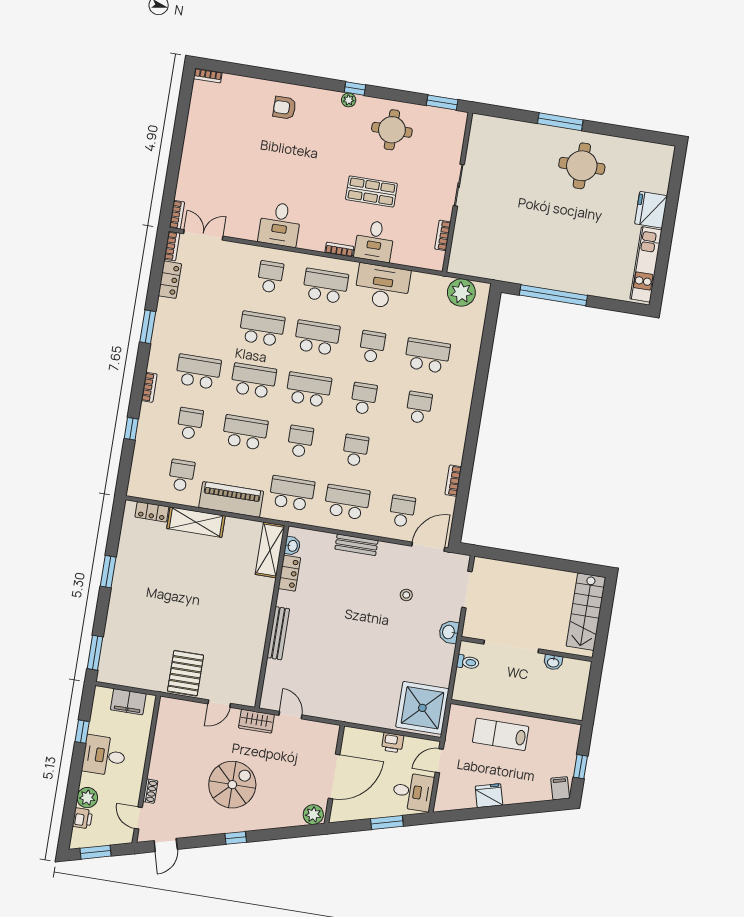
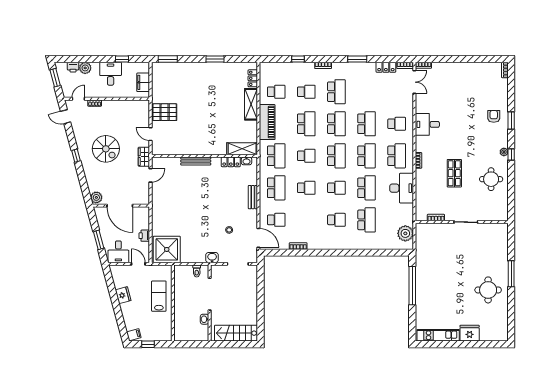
window: (442, 103) -> (511, 120), moved
desk: (374, 241) -> (427, 179), removed
school desk: (372, 347) -> (367, 188), width x1.85

